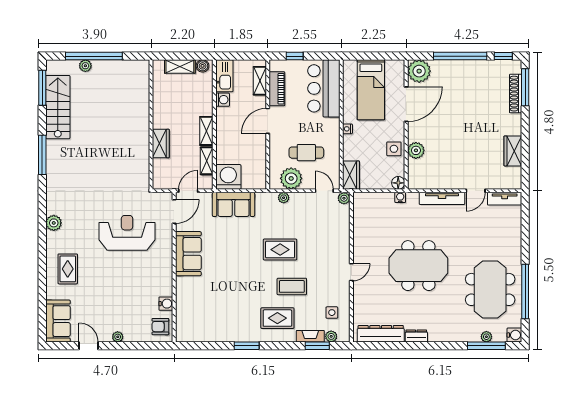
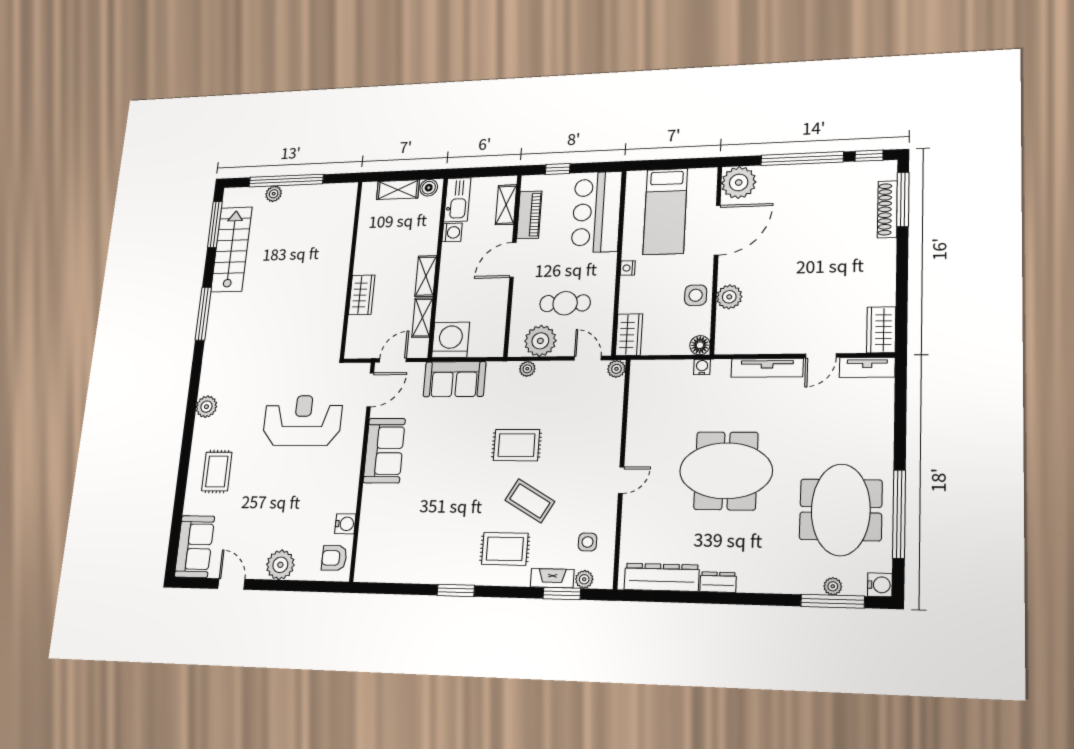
wardrobe: (513, 151) -> (881, 330), moved
coffee table: (292, 286) -> (530, 501), turned 30
plant: (118, 337) -> (280, 565), width x1.87, depth x1.87

